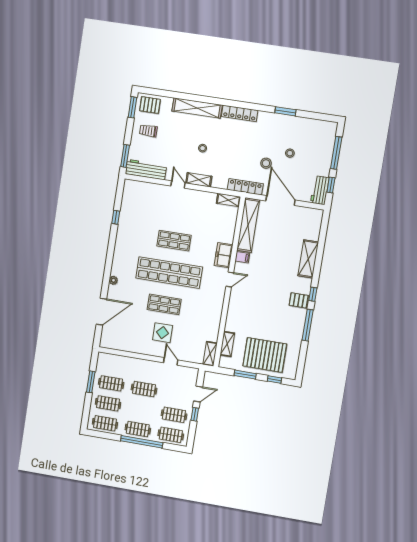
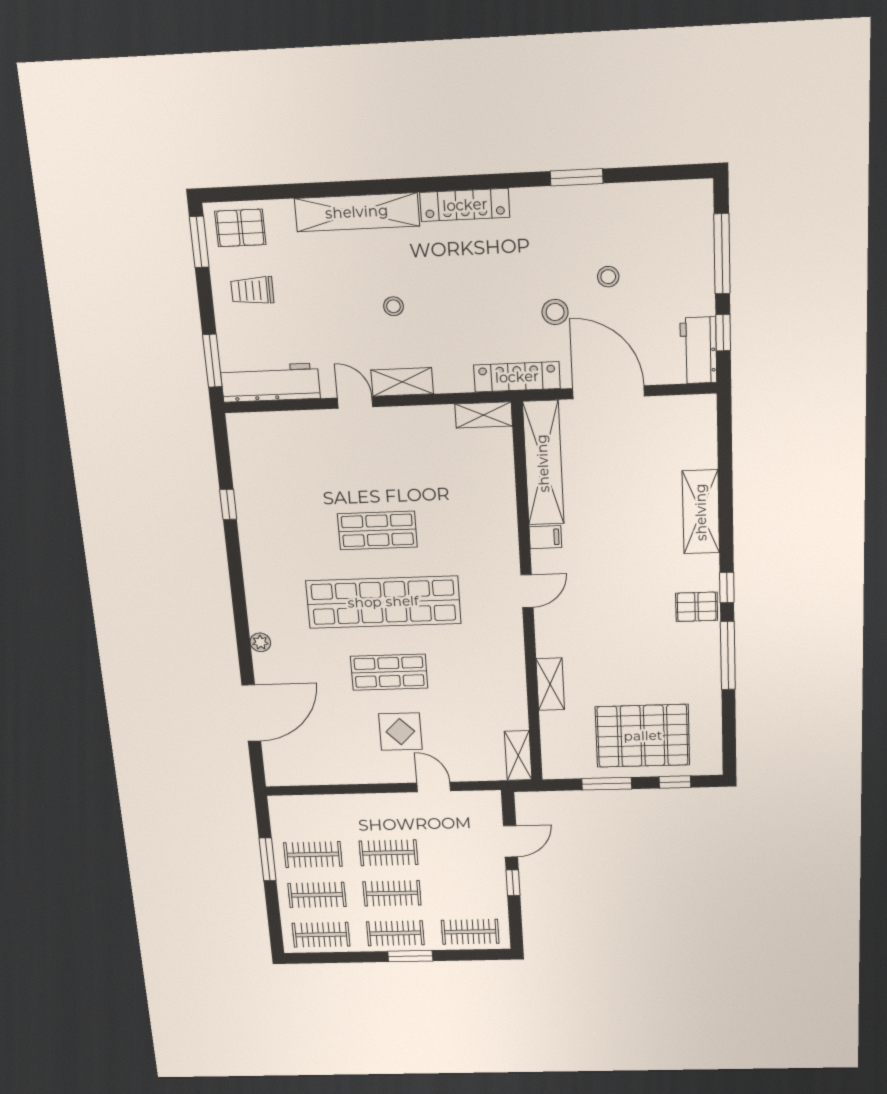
freezer: (224, 255) -> (500, 541), removed
shelving: (227, 344) -> (550, 684), moved
clothes rail: (174, 415) -> (392, 893), moved
window: (142, 442) -> (410, 956), width x0.47

